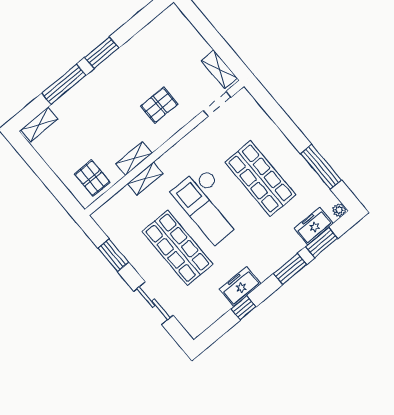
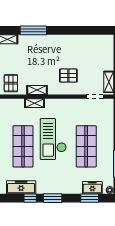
window: (102, 53) -> (62, 30), removed
window: (290, 269) -> (53, 198), moved
freezer: (240, 286) -> (21, 187), moved, width x1.40

